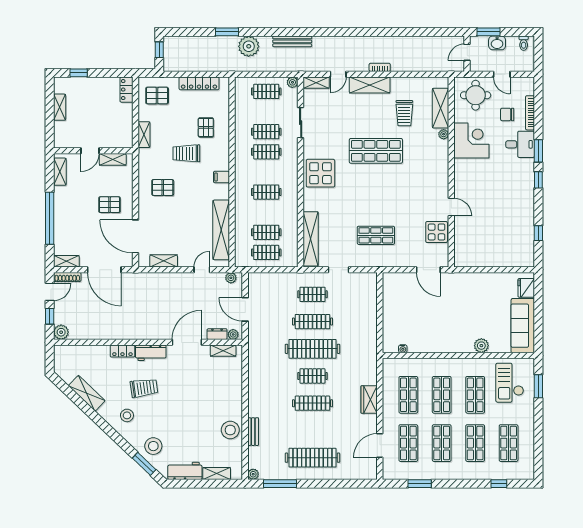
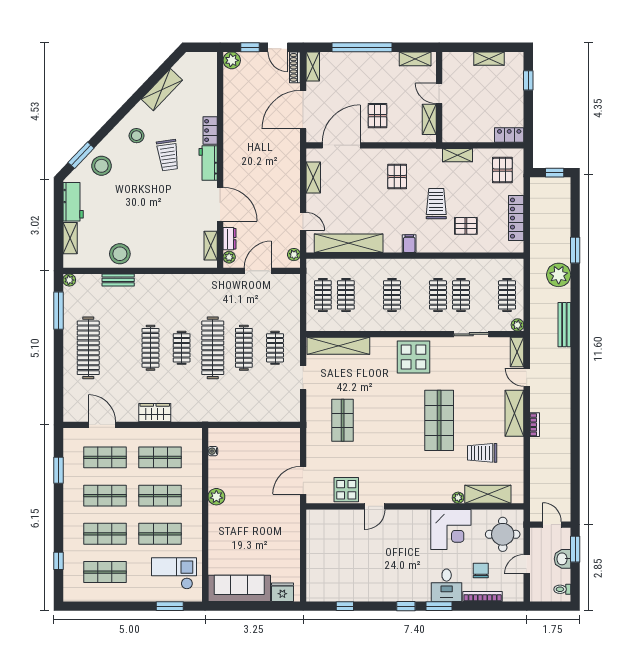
plant: (481, 346) -> (216, 497), moved

